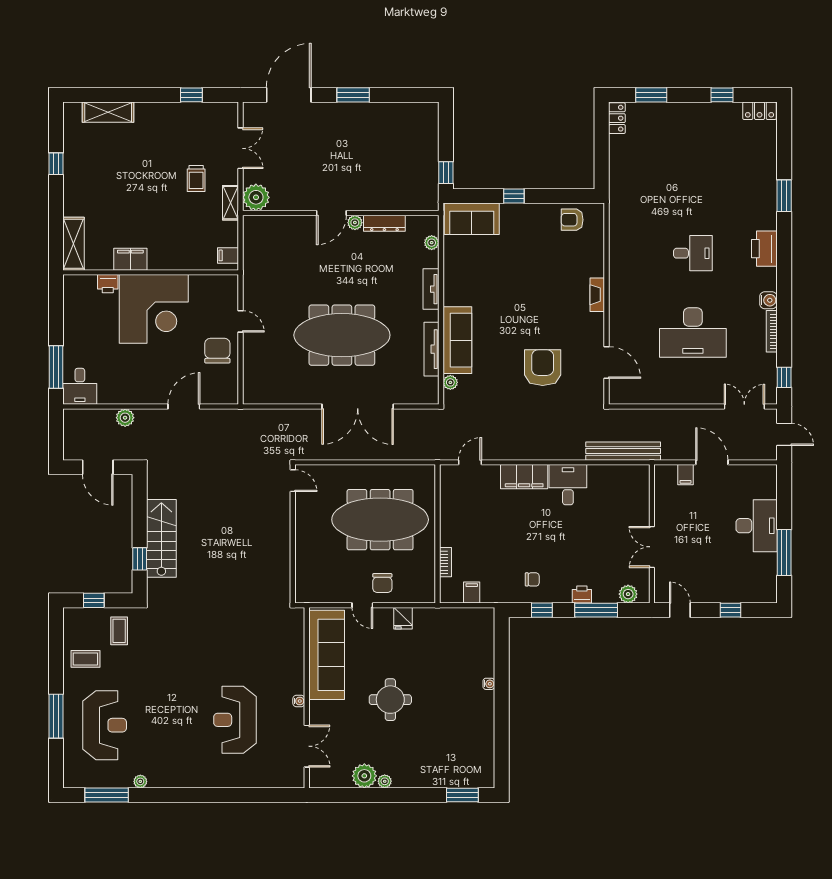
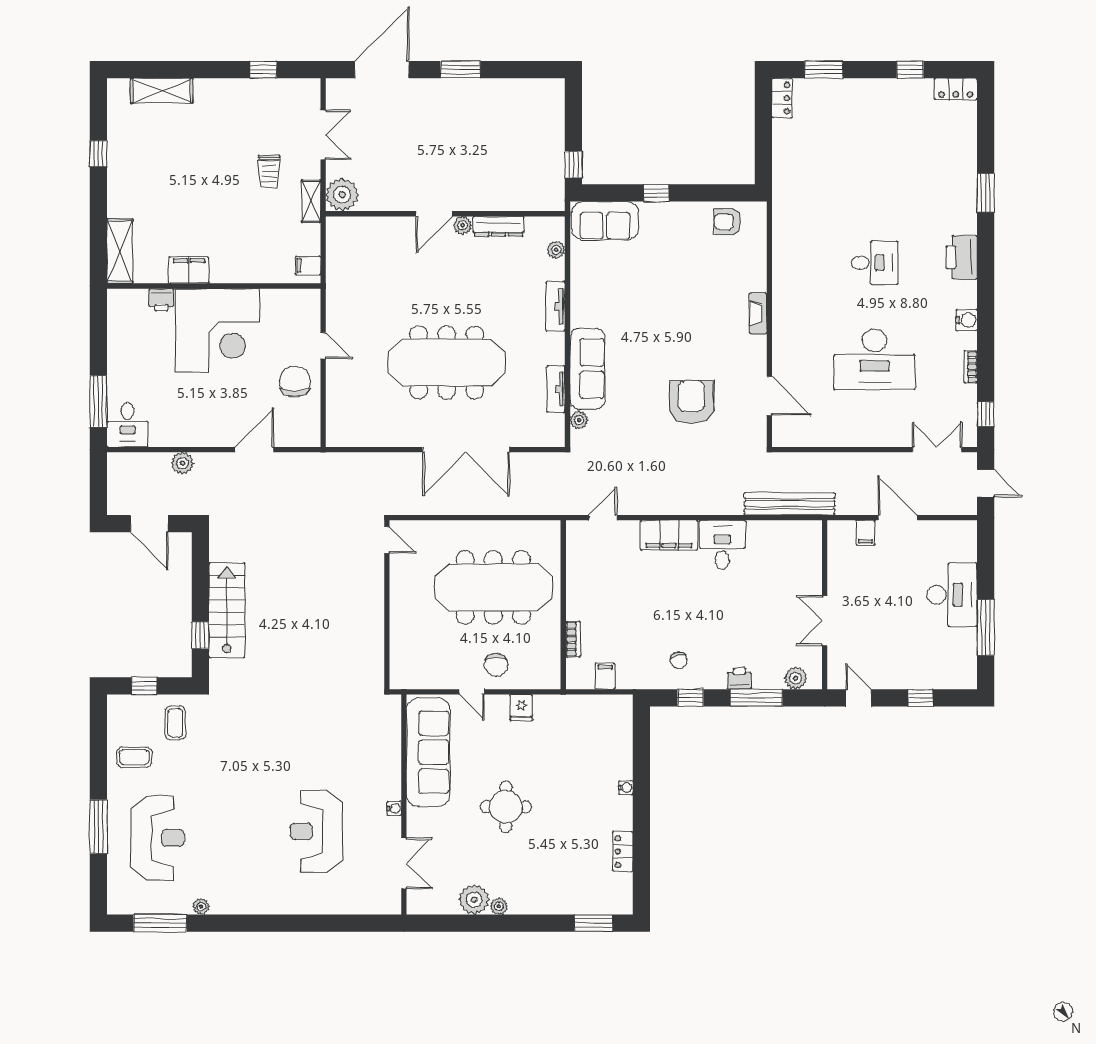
bookcase: (772, 331) -> (971, 367), width x0.64
tv unit: (432, 349) -> (556, 389), width x0.71
chair: (532, 579) -> (679, 660), turned 77
locker: (486, 736) -> (623, 852), added

